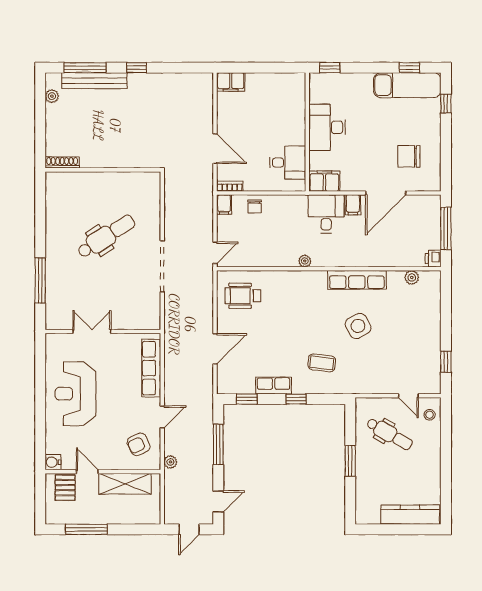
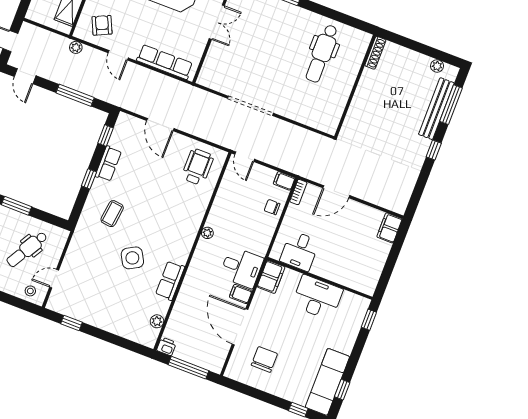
dental chair: (106, 236) -> (322, 53), moved, turned 33
row of seats: (357, 280) -> (170, 281), width x0.68

